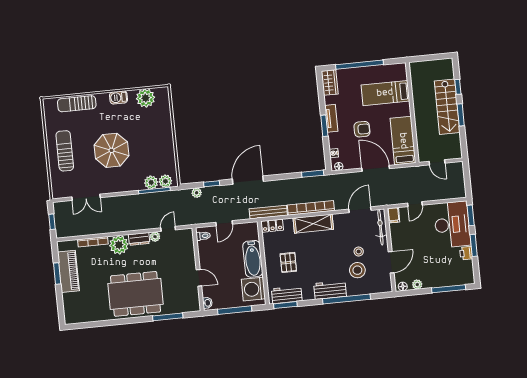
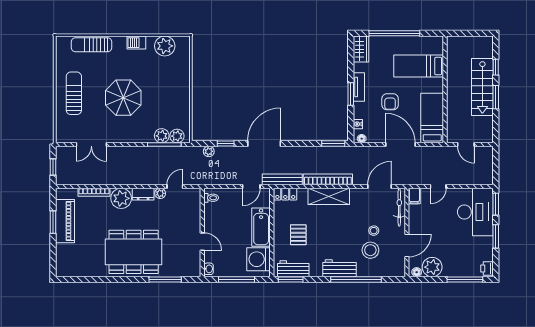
armchair: (362, 129) -> (390, 102), turned 90
door: (224, 223) -> (251, 187), moved
printer: (466, 253) -> (487, 268), moved
plant: (417, 284) -> (432, 267), width x1.88, depth x1.88

